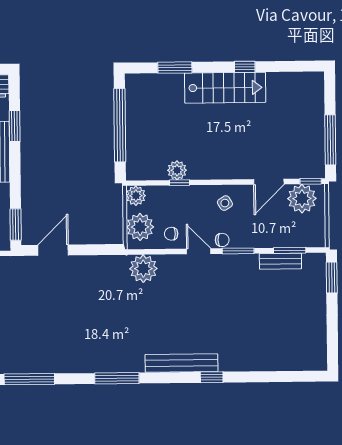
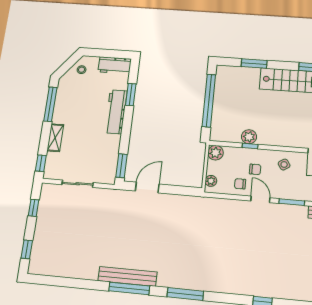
plant: (140, 227) -> (211, 181), width x0.53, depth x0.53
chair: (222, 240) -> (255, 169), moved
plant: (143, 269) -> (216, 209), removed
bench: (181, 363) -> (128, 276), moved
window: (29, 379) -> (129, 288), moved

